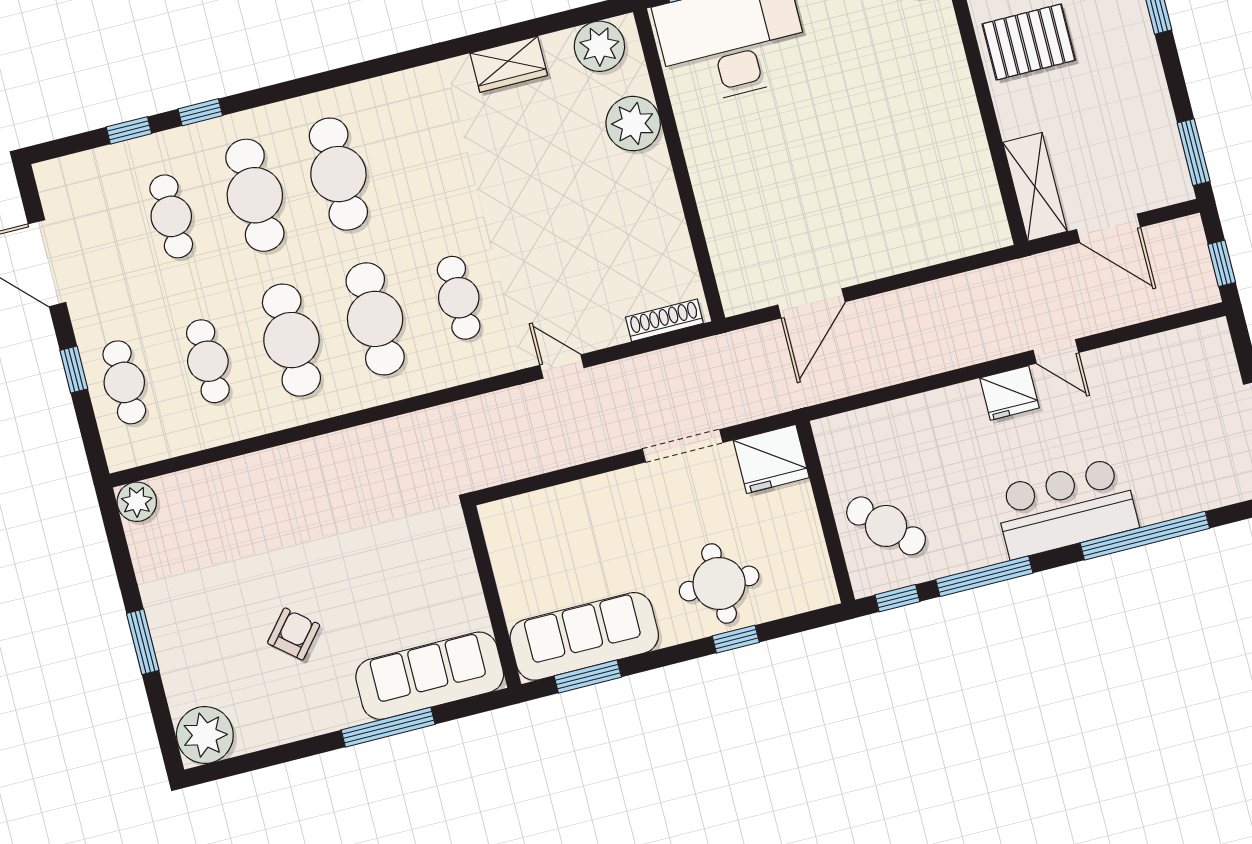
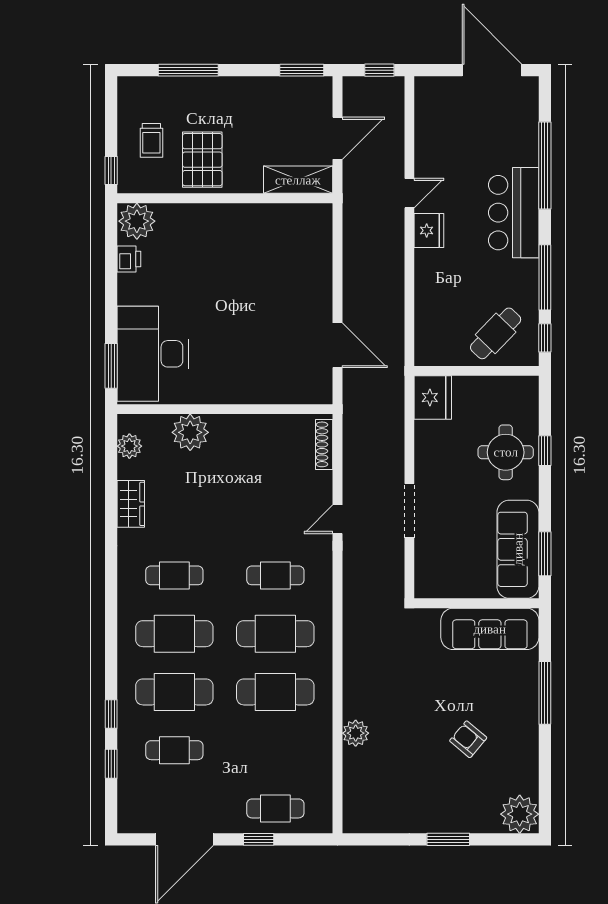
plant: (599, 46) -> (129, 446), width x0.73, depth x0.73
cafe table: (208, 361) -> (174, 575), moved
doorway: (683, 446) -> (409, 511), moved
plant: (137, 502) -> (356, 733), moved
sofa: (430, 676) -> (490, 629), moved, turned -90

